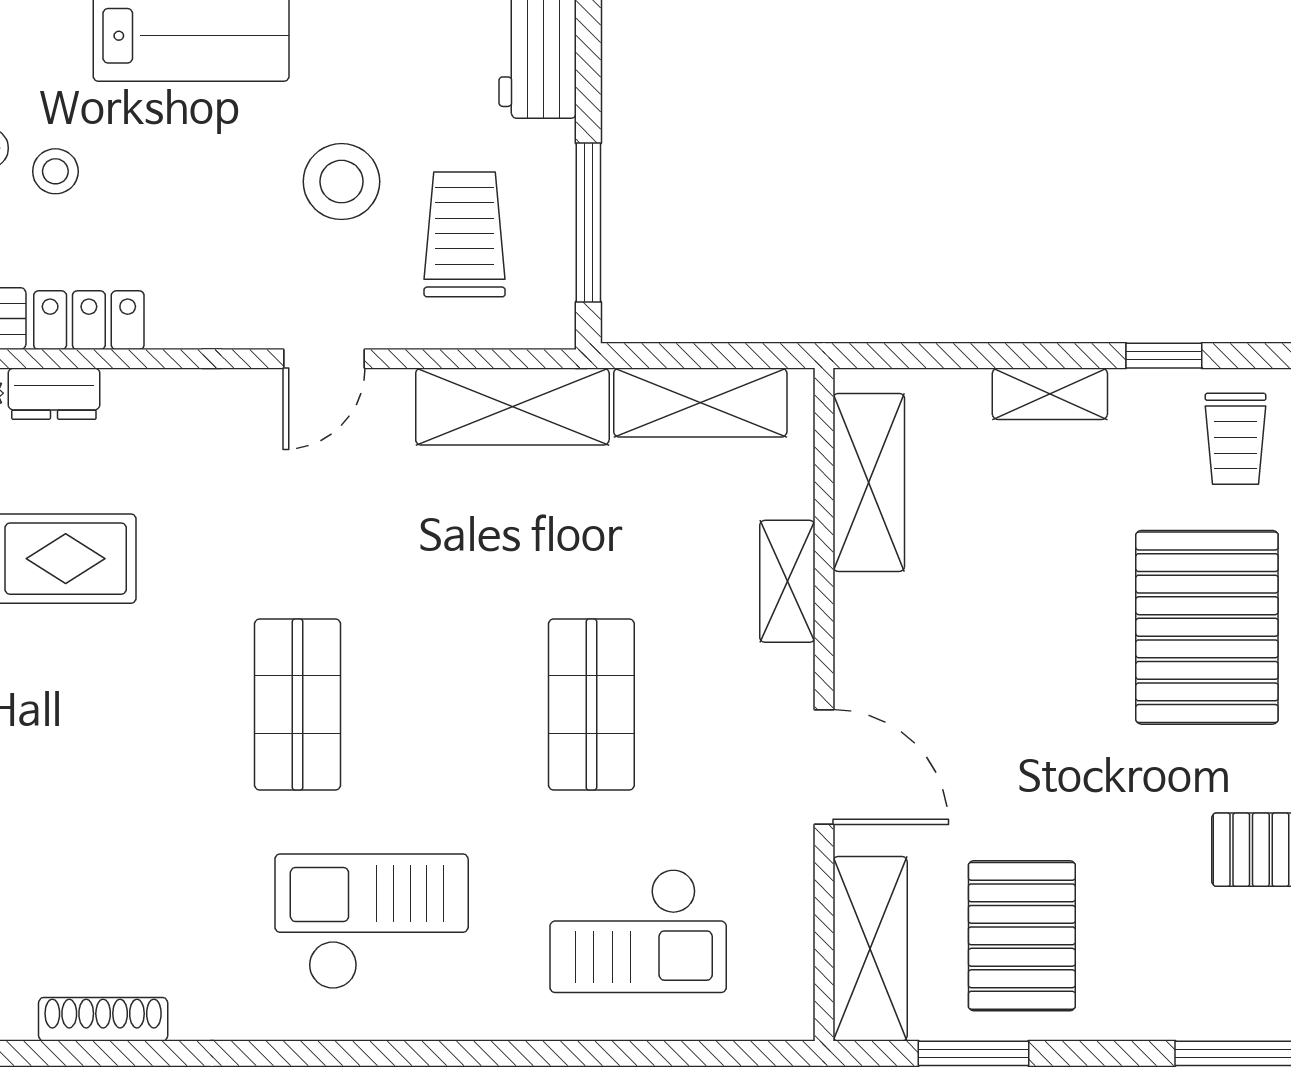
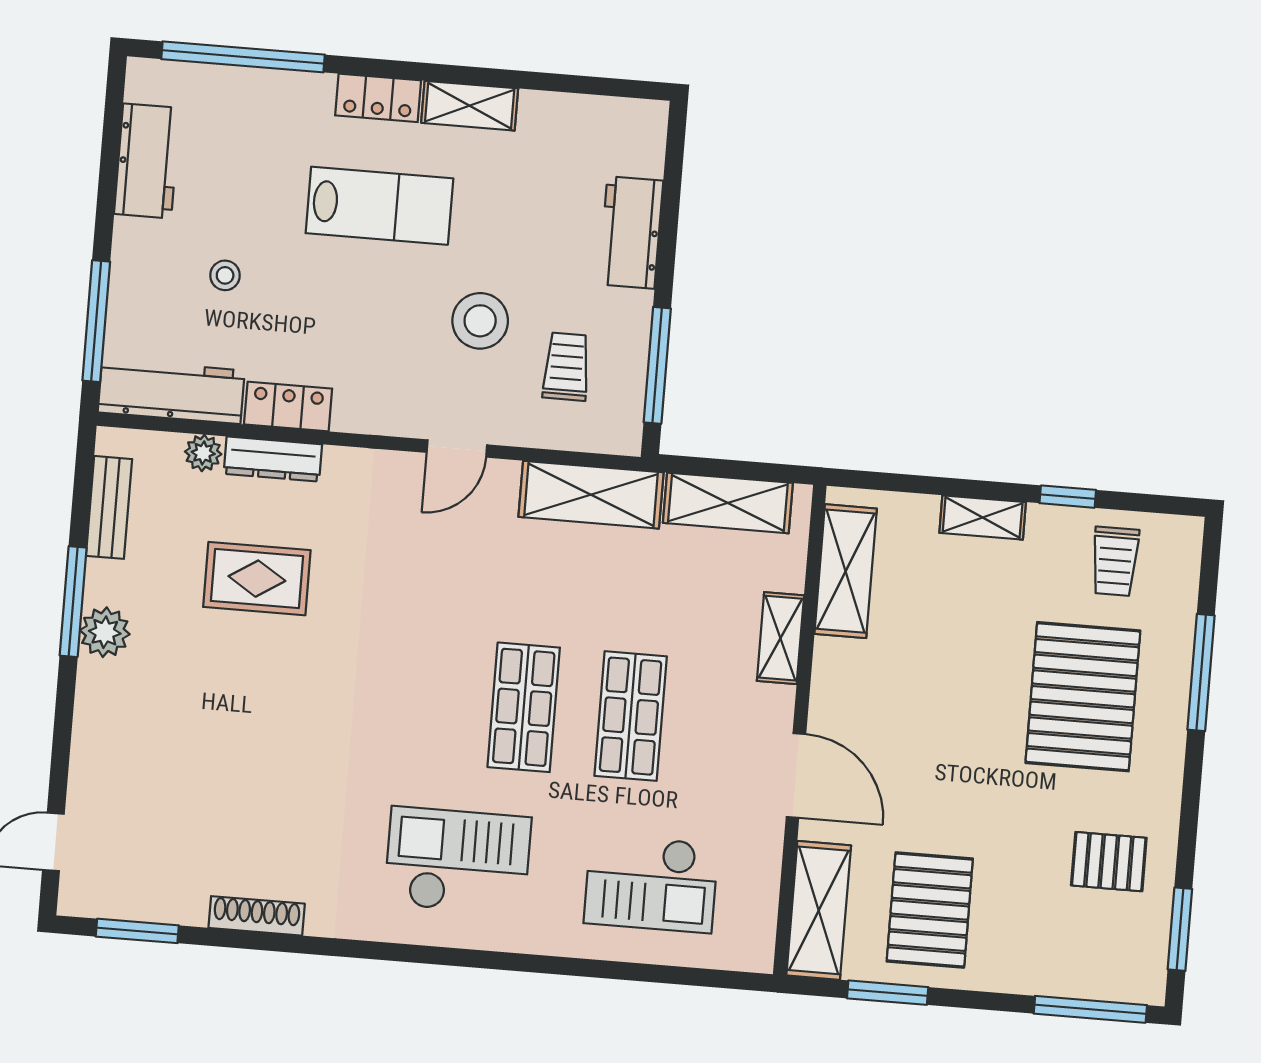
stool: (55, 171) -> (273, 296), removed
trolley: (465, 234) -> (566, 367), width x0.73, depth x0.72
dresser: (54, 394) -> (273, 459), width x1.44
shop shelf: (298, 705) -> (524, 707), moved

